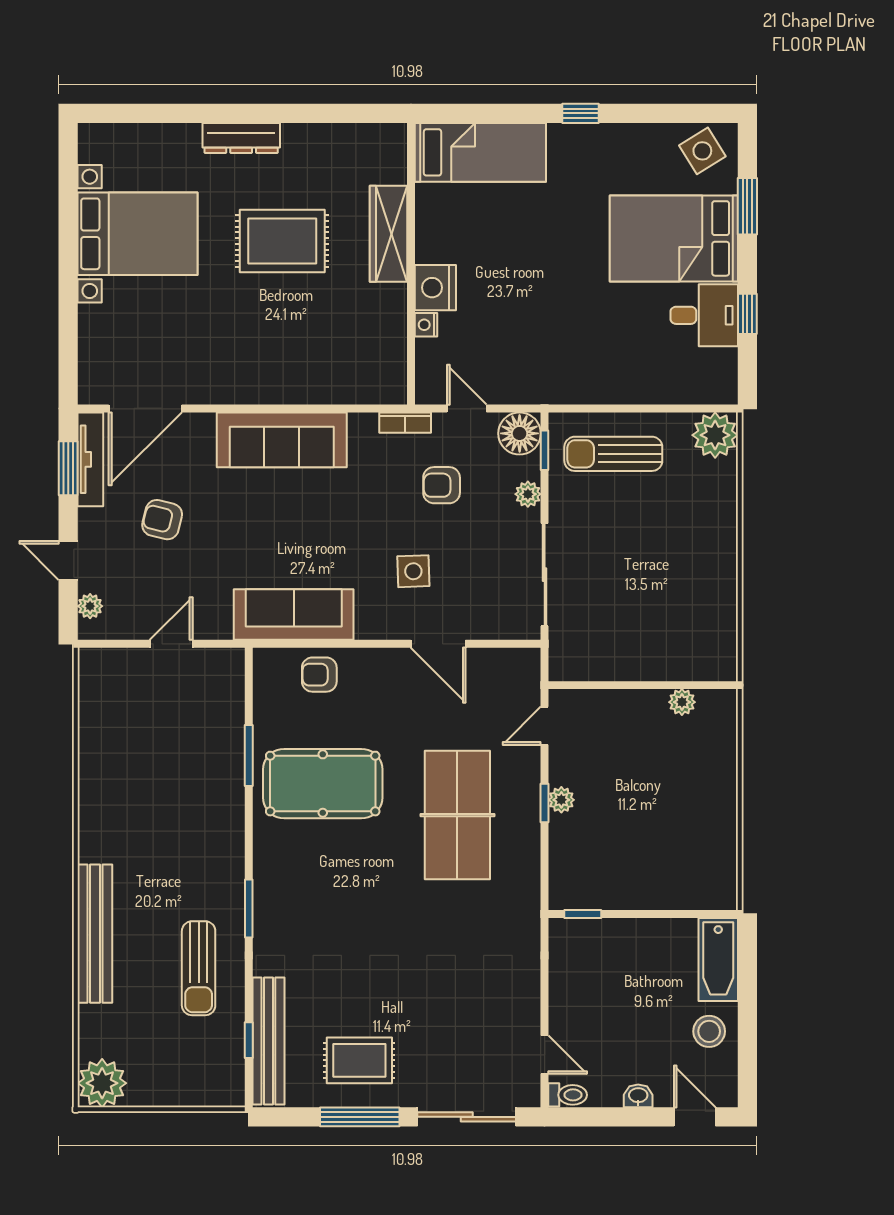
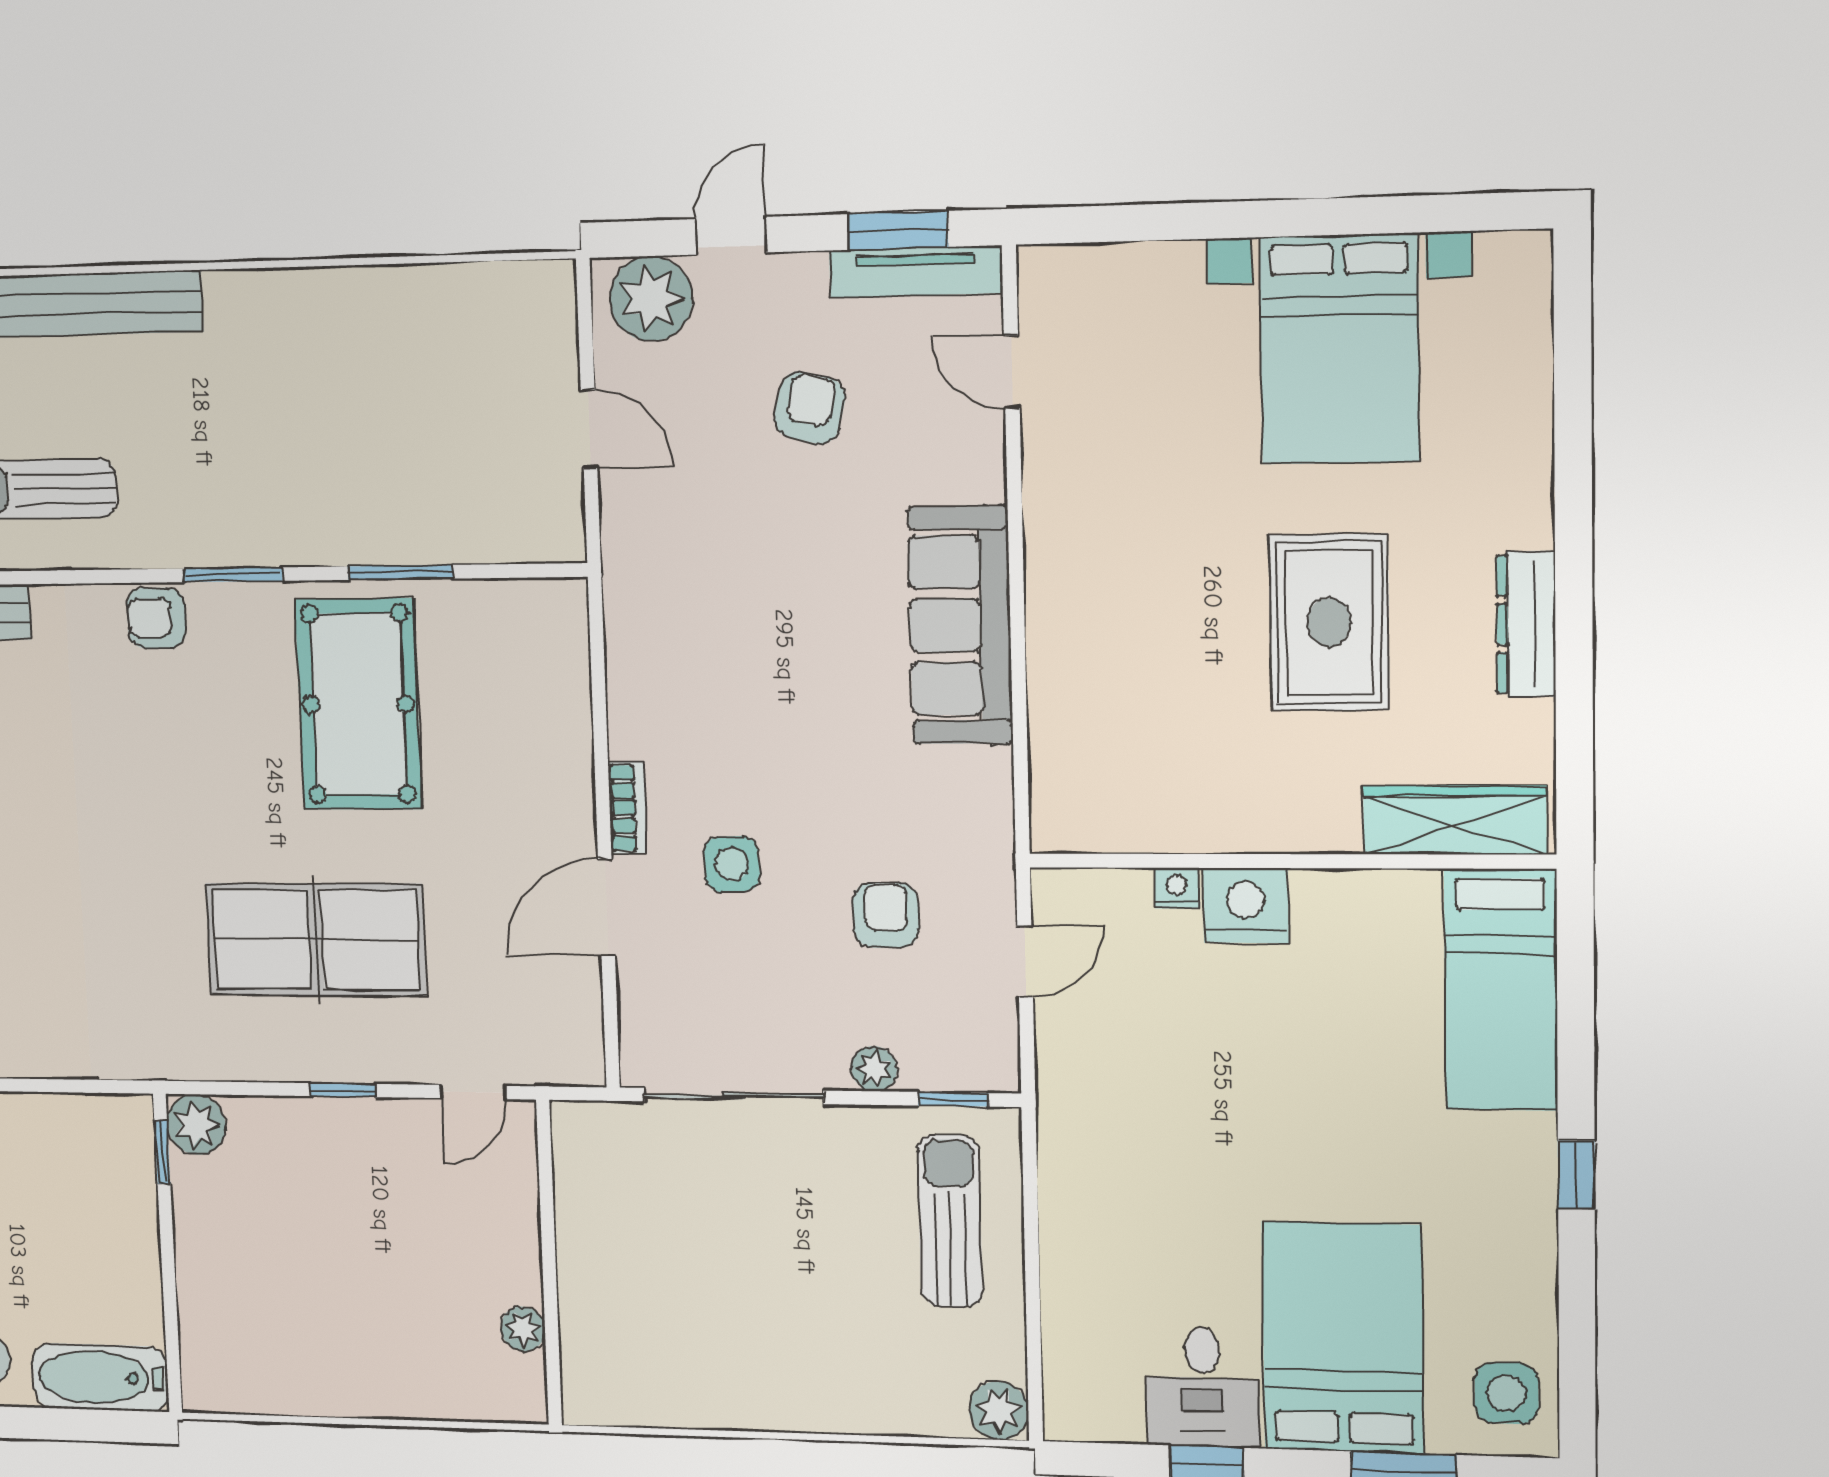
dresser: (241, 138) -> (1526, 624), moved
side table: (702, 151) -> (1507, 1393), turned 32
wardrobe: (389, 234) -> (1455, 820), moved
door: (145, 408) -> (1012, 372), width x0.53
bookcase: (405, 423) -> (628, 808), moved, turned 180
floor lamp: (520, 433) -> (982, 1055), removed
plant: (715, 435) -> (999, 1411), width x0.73, depth x0.73
plant: (90, 606) -> (651, 299), width x1.88, depth x1.88
sofa: (294, 615) -> (648, 650), removed
armchair: (319, 675) -> (156, 618), moved, turned -90
door: (545, 726) -> (473, 1092), swing flipped
plant: (561, 800) -> (196, 1125), moved, width x1.38, depth x1.38
window: (249, 908) -> (233, 575), moved

